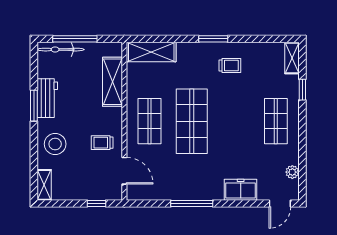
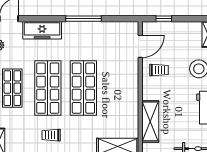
shop shelf: (150, 121) -> (48, 88), moved, width x1.43, depth x1.36
door: (124, 171) -> (140, 46), swing flipped
freezer: (241, 190) -> (42, 30), width x1.40

